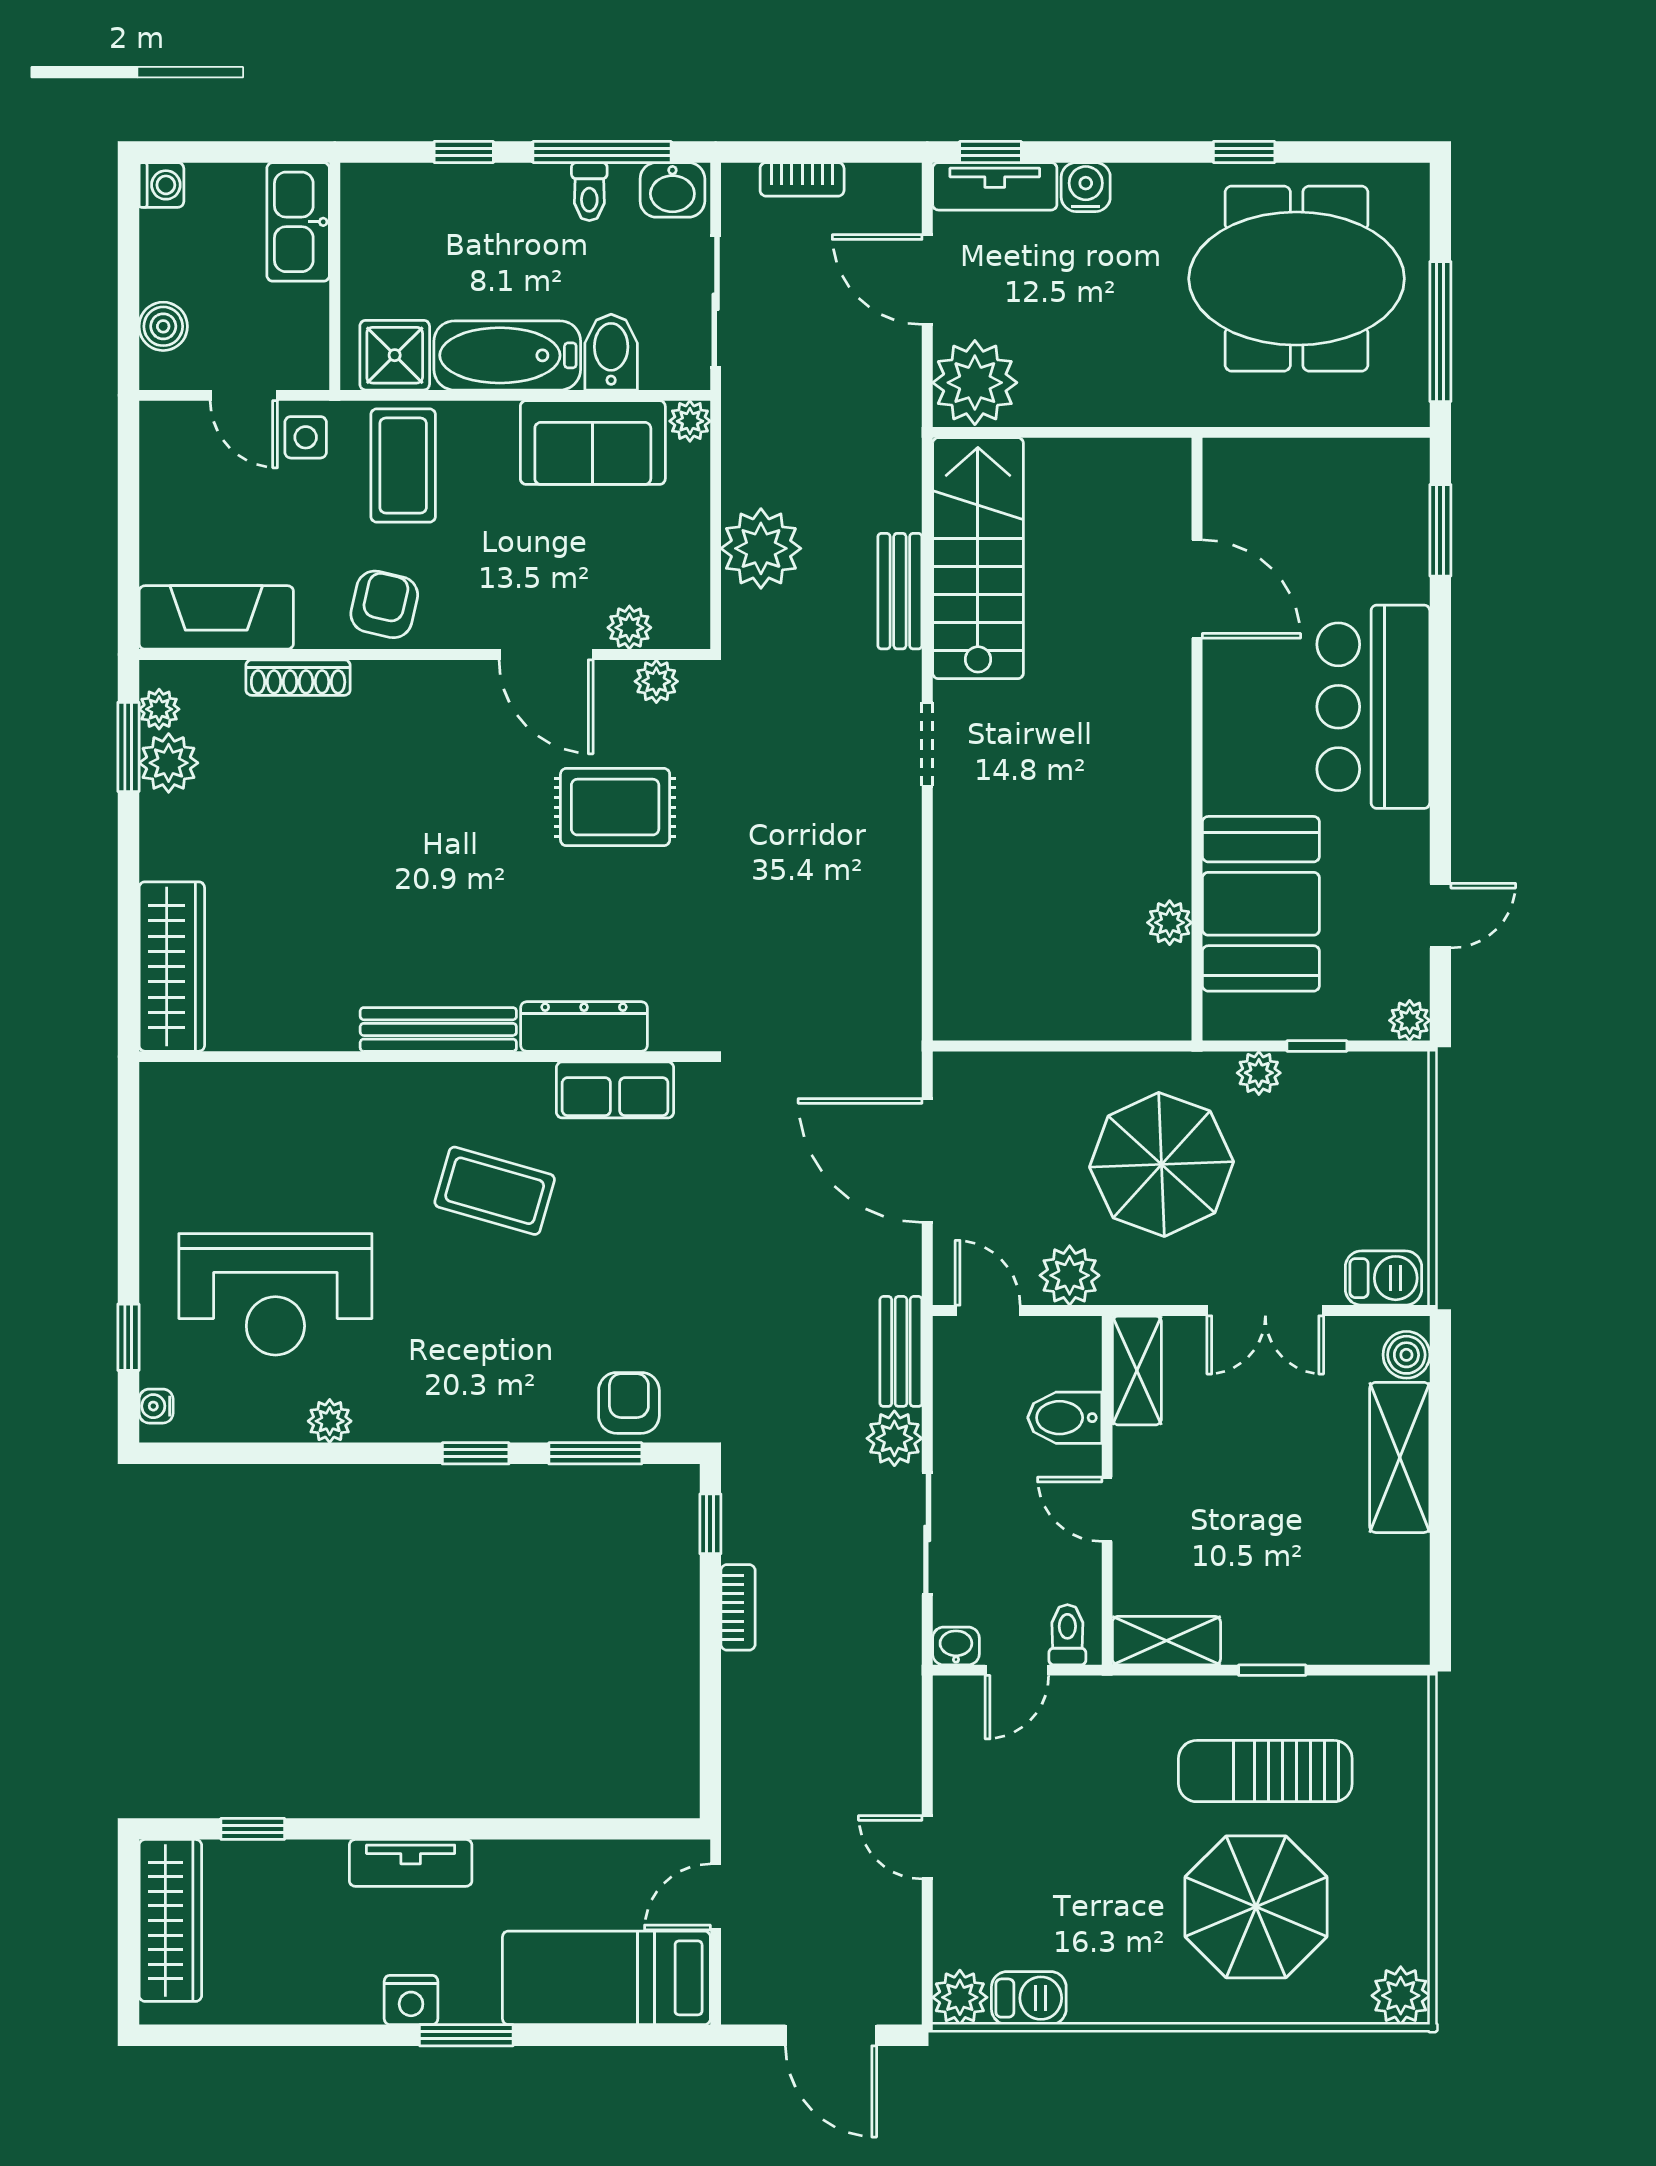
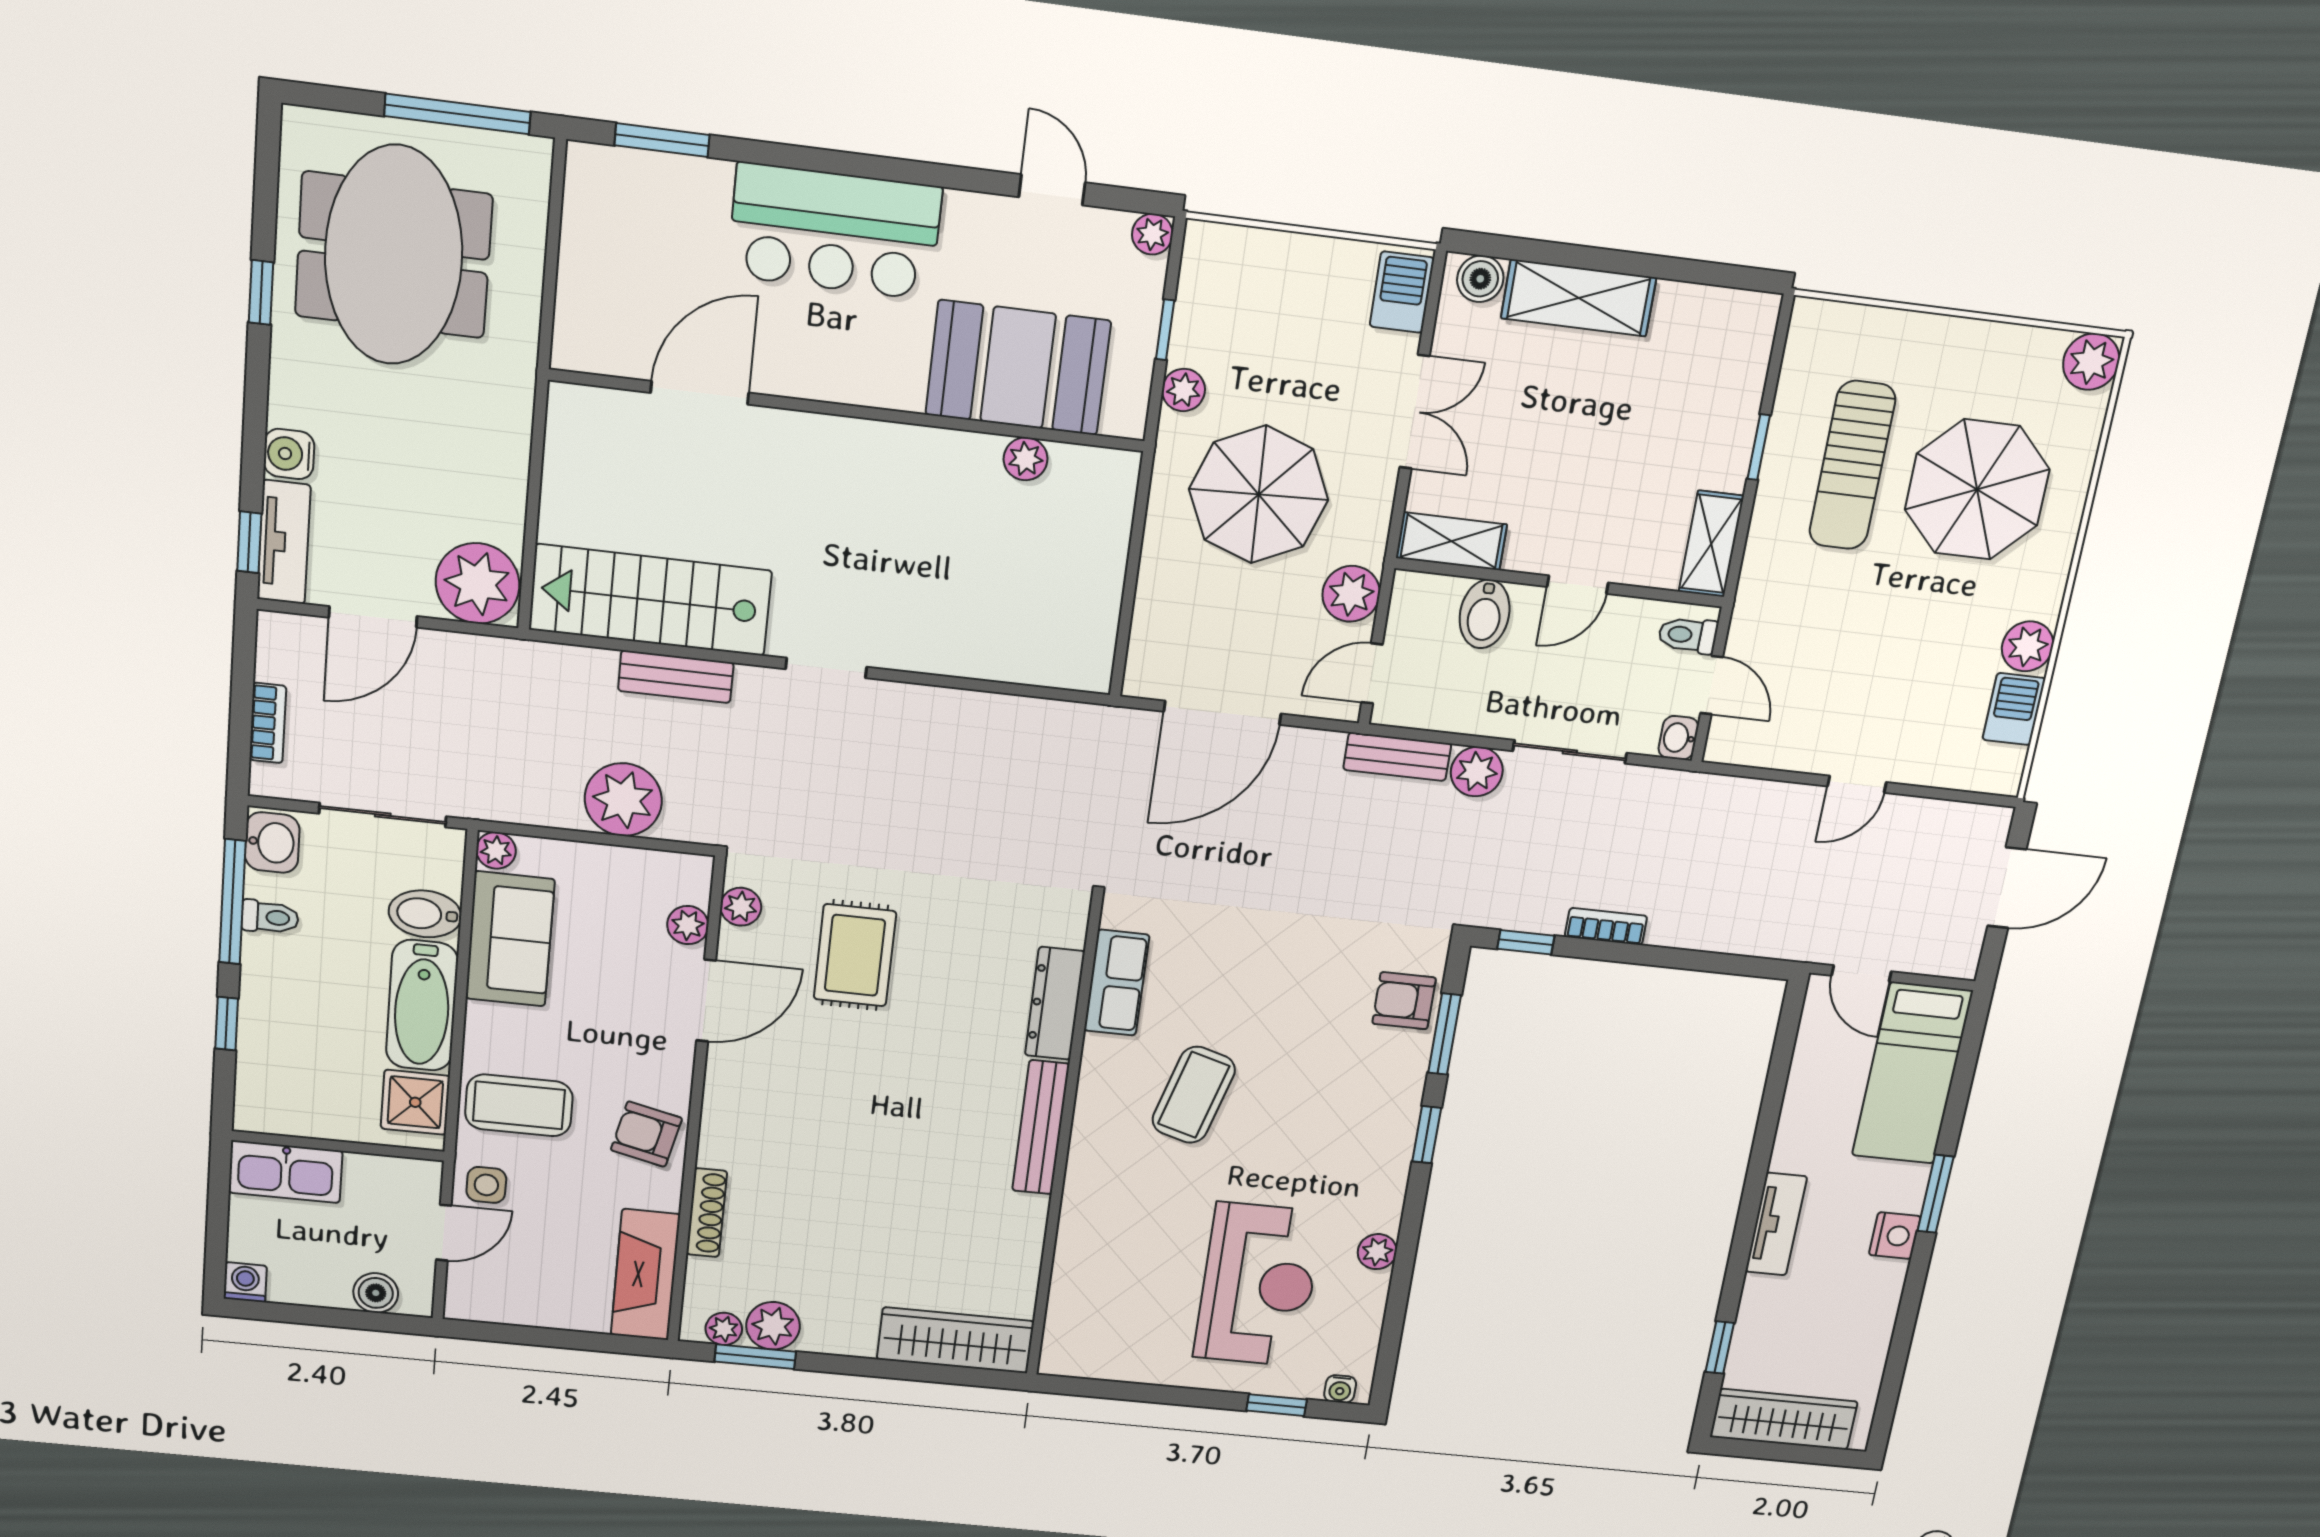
plant: (960, 1997) -> (2028, 646), moved

